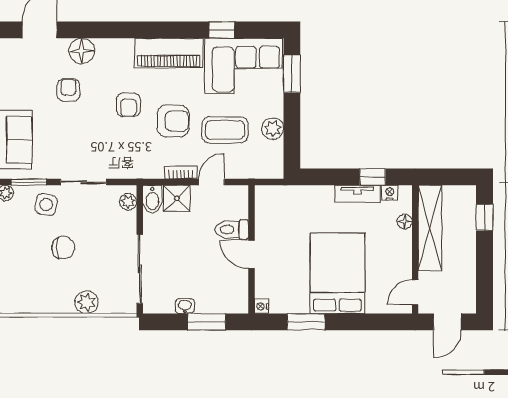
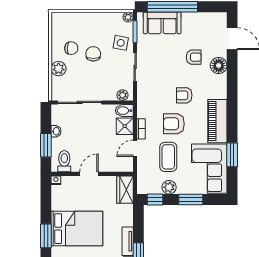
window: (222, 30) -> (232, 155), width x1.50
window: (292, 74) -> (191, 200), moved
armchair: (173, 121) -> (174, 124), turned 90
window: (292, 151) -> (155, 200), added
door: (212, 182) -> (135, 148), swing flipped
wardrobe: (276, 198) -> (125, 190), added
toilet: (232, 229) -> (64, 161), moved
chair: (63, 248) -> (93, 54), turned 180
chair: (54, 282) -> (71, 48), added
window: (306, 322) -> (46, 236), moved

